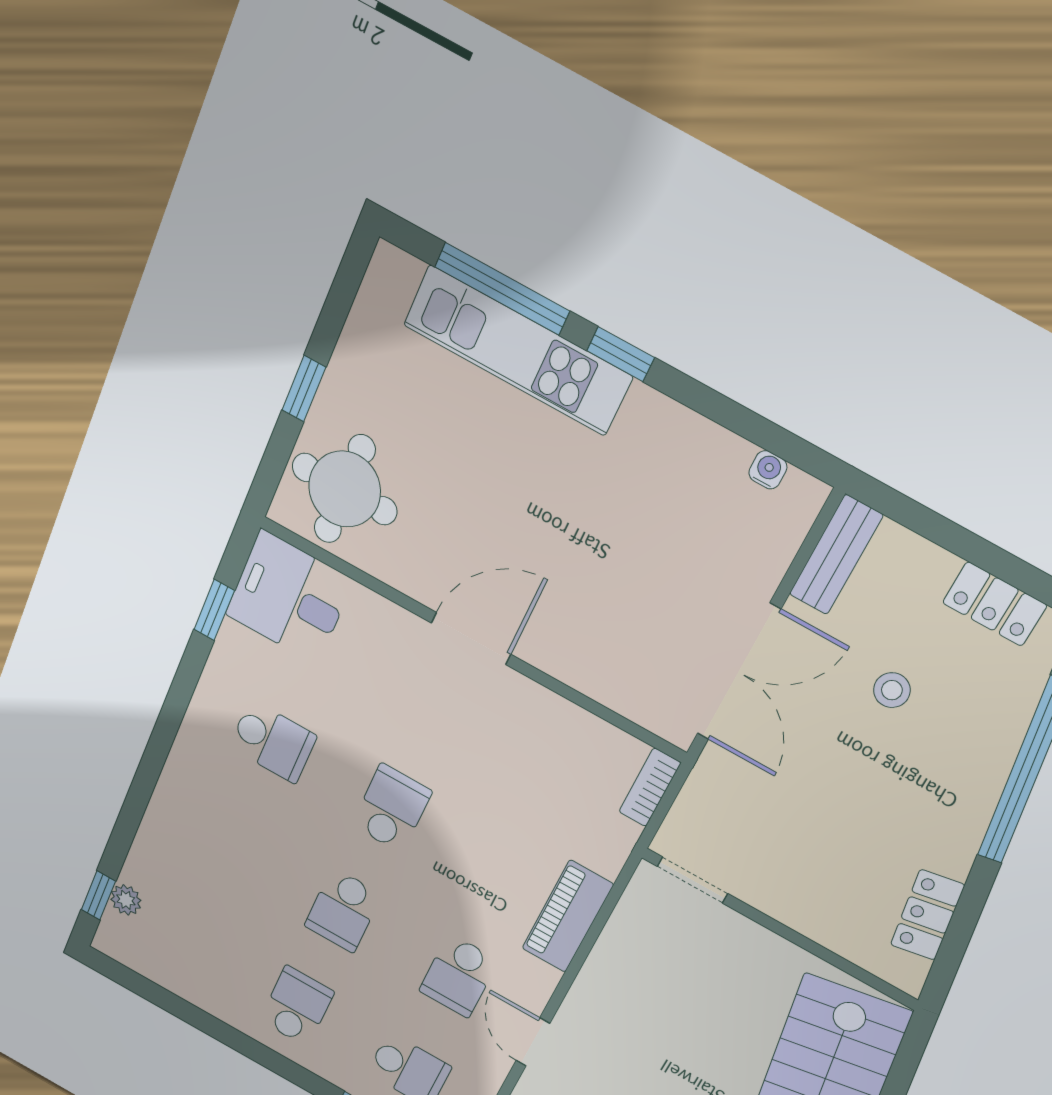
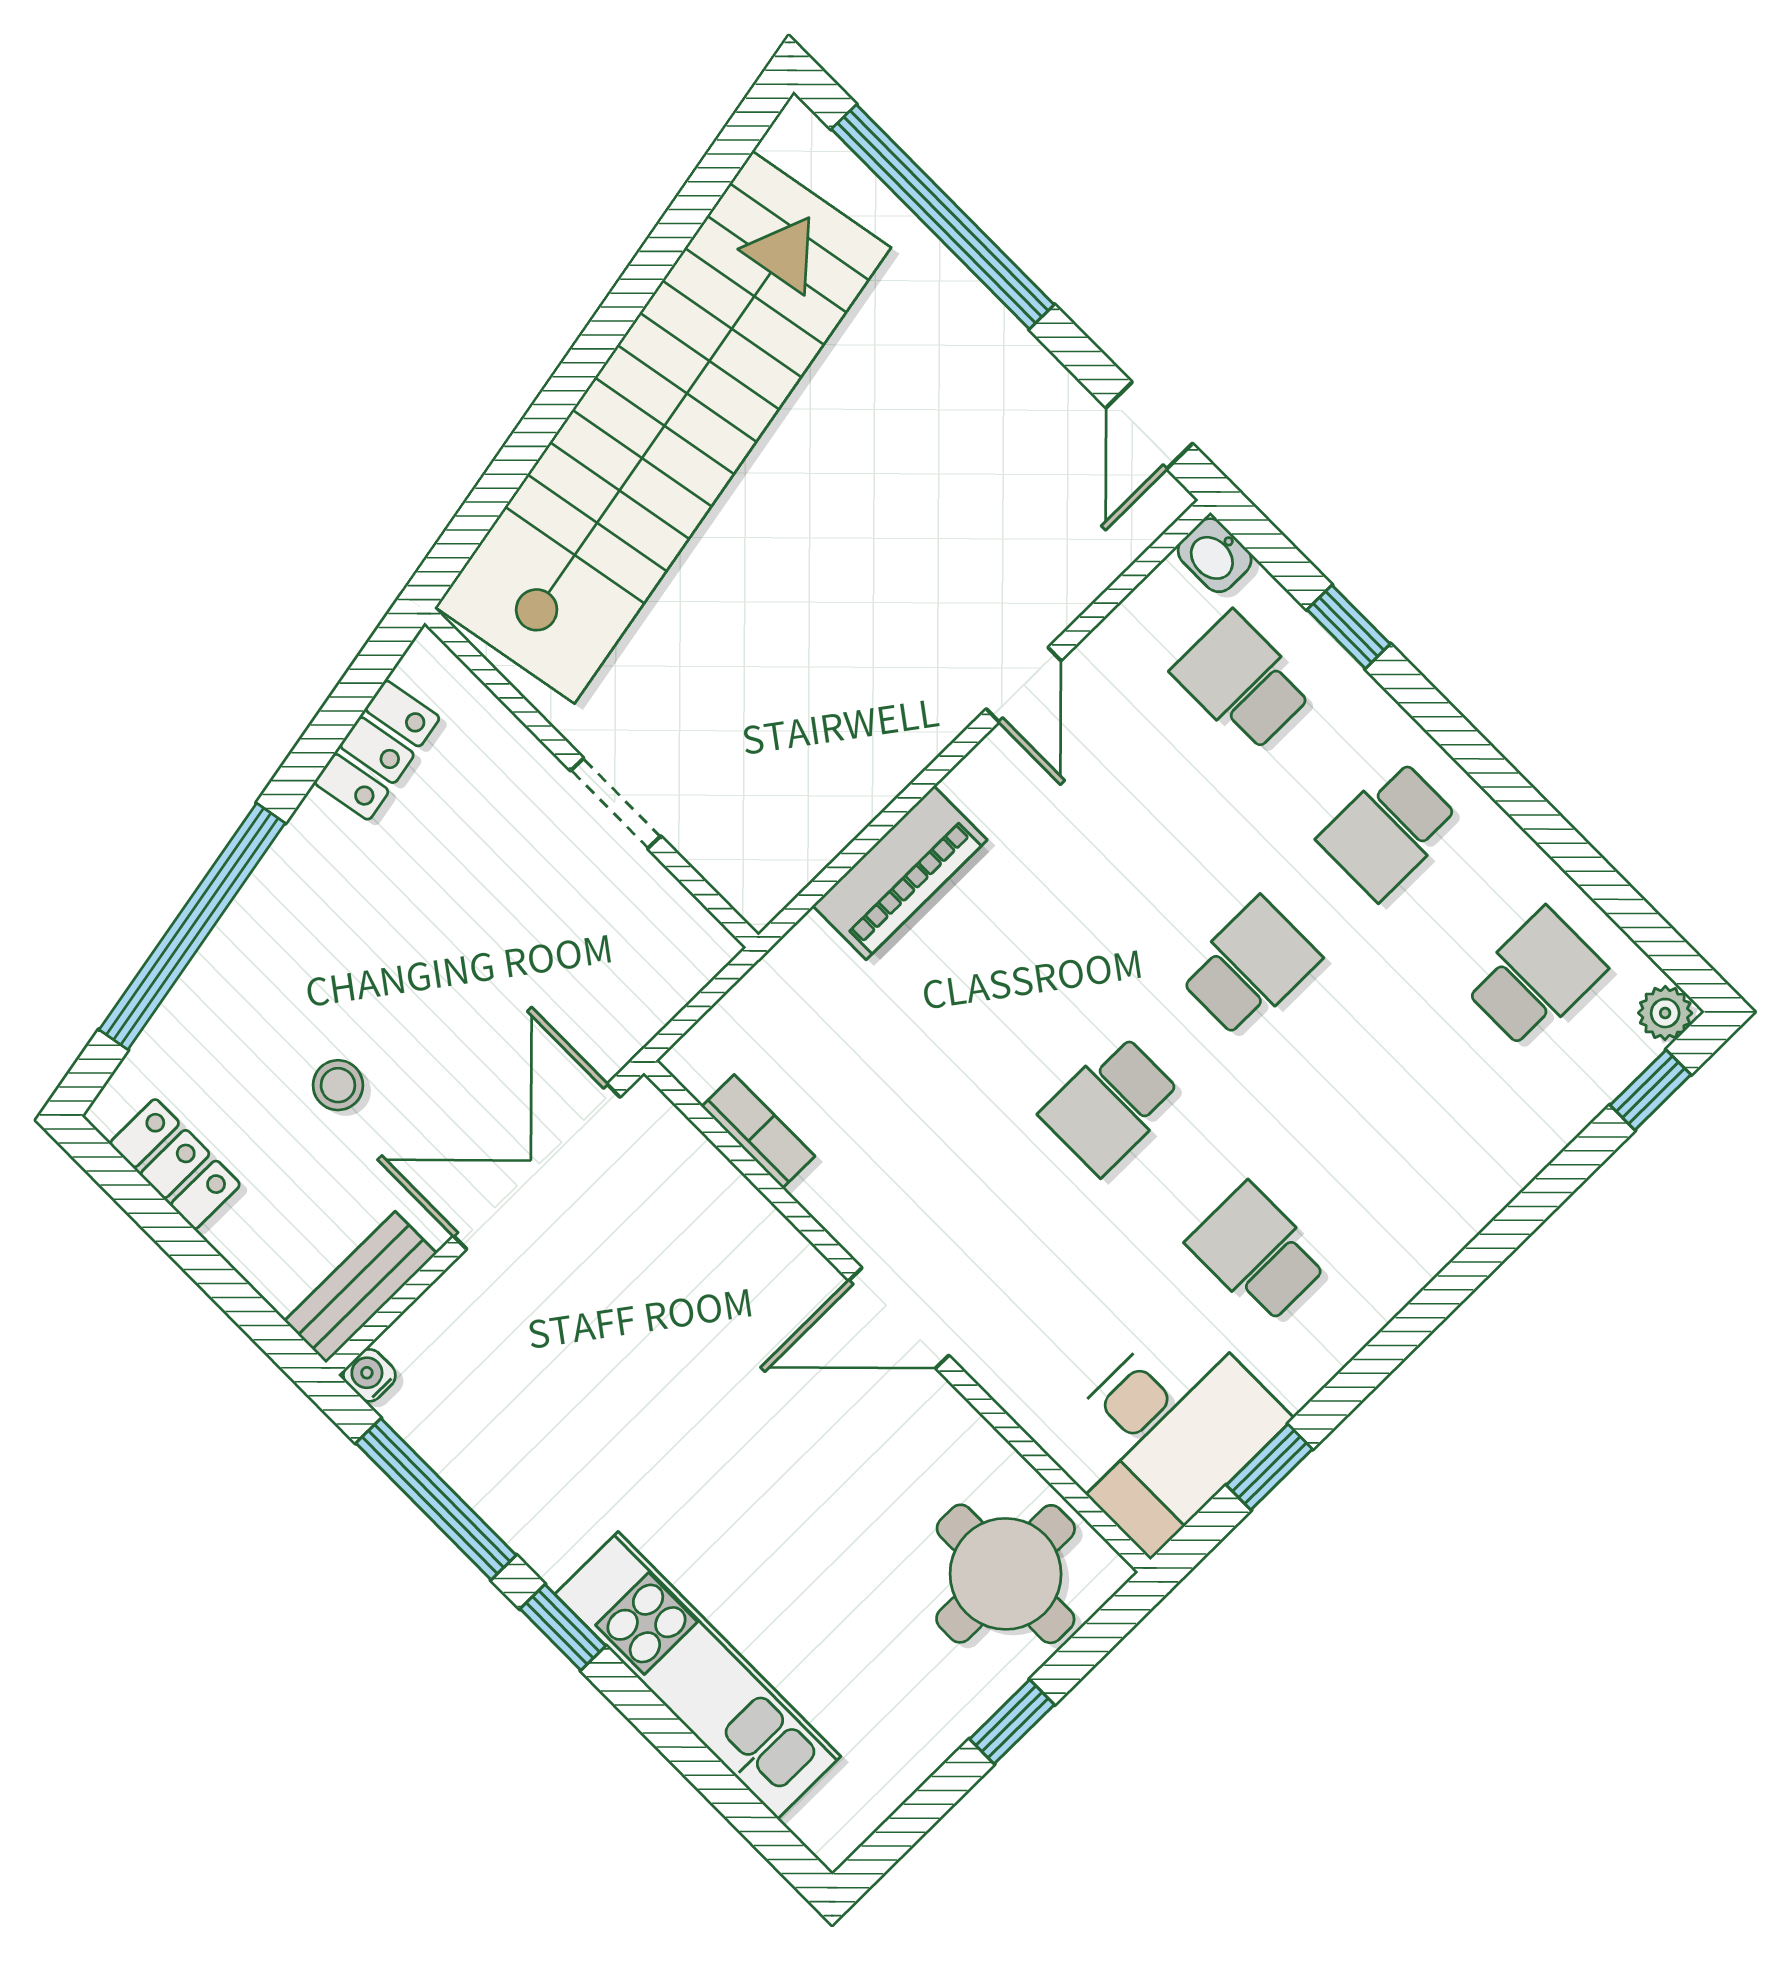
window: (502, 289) -> (436, 1499), moved
water cooler: (768, 470) -> (369, 1375), moved, turned 90
desk: (289, 597) -> (1166, 1433), width x1.37
bookcase: (650, 787) -> (758, 1131), moved, turned -90
doorway: (693, 880) -> (616, 803), moved
plant: (126, 900) -> (1665, 1013), moved
school desk: (459, 976) -> (1535, 978), moved

